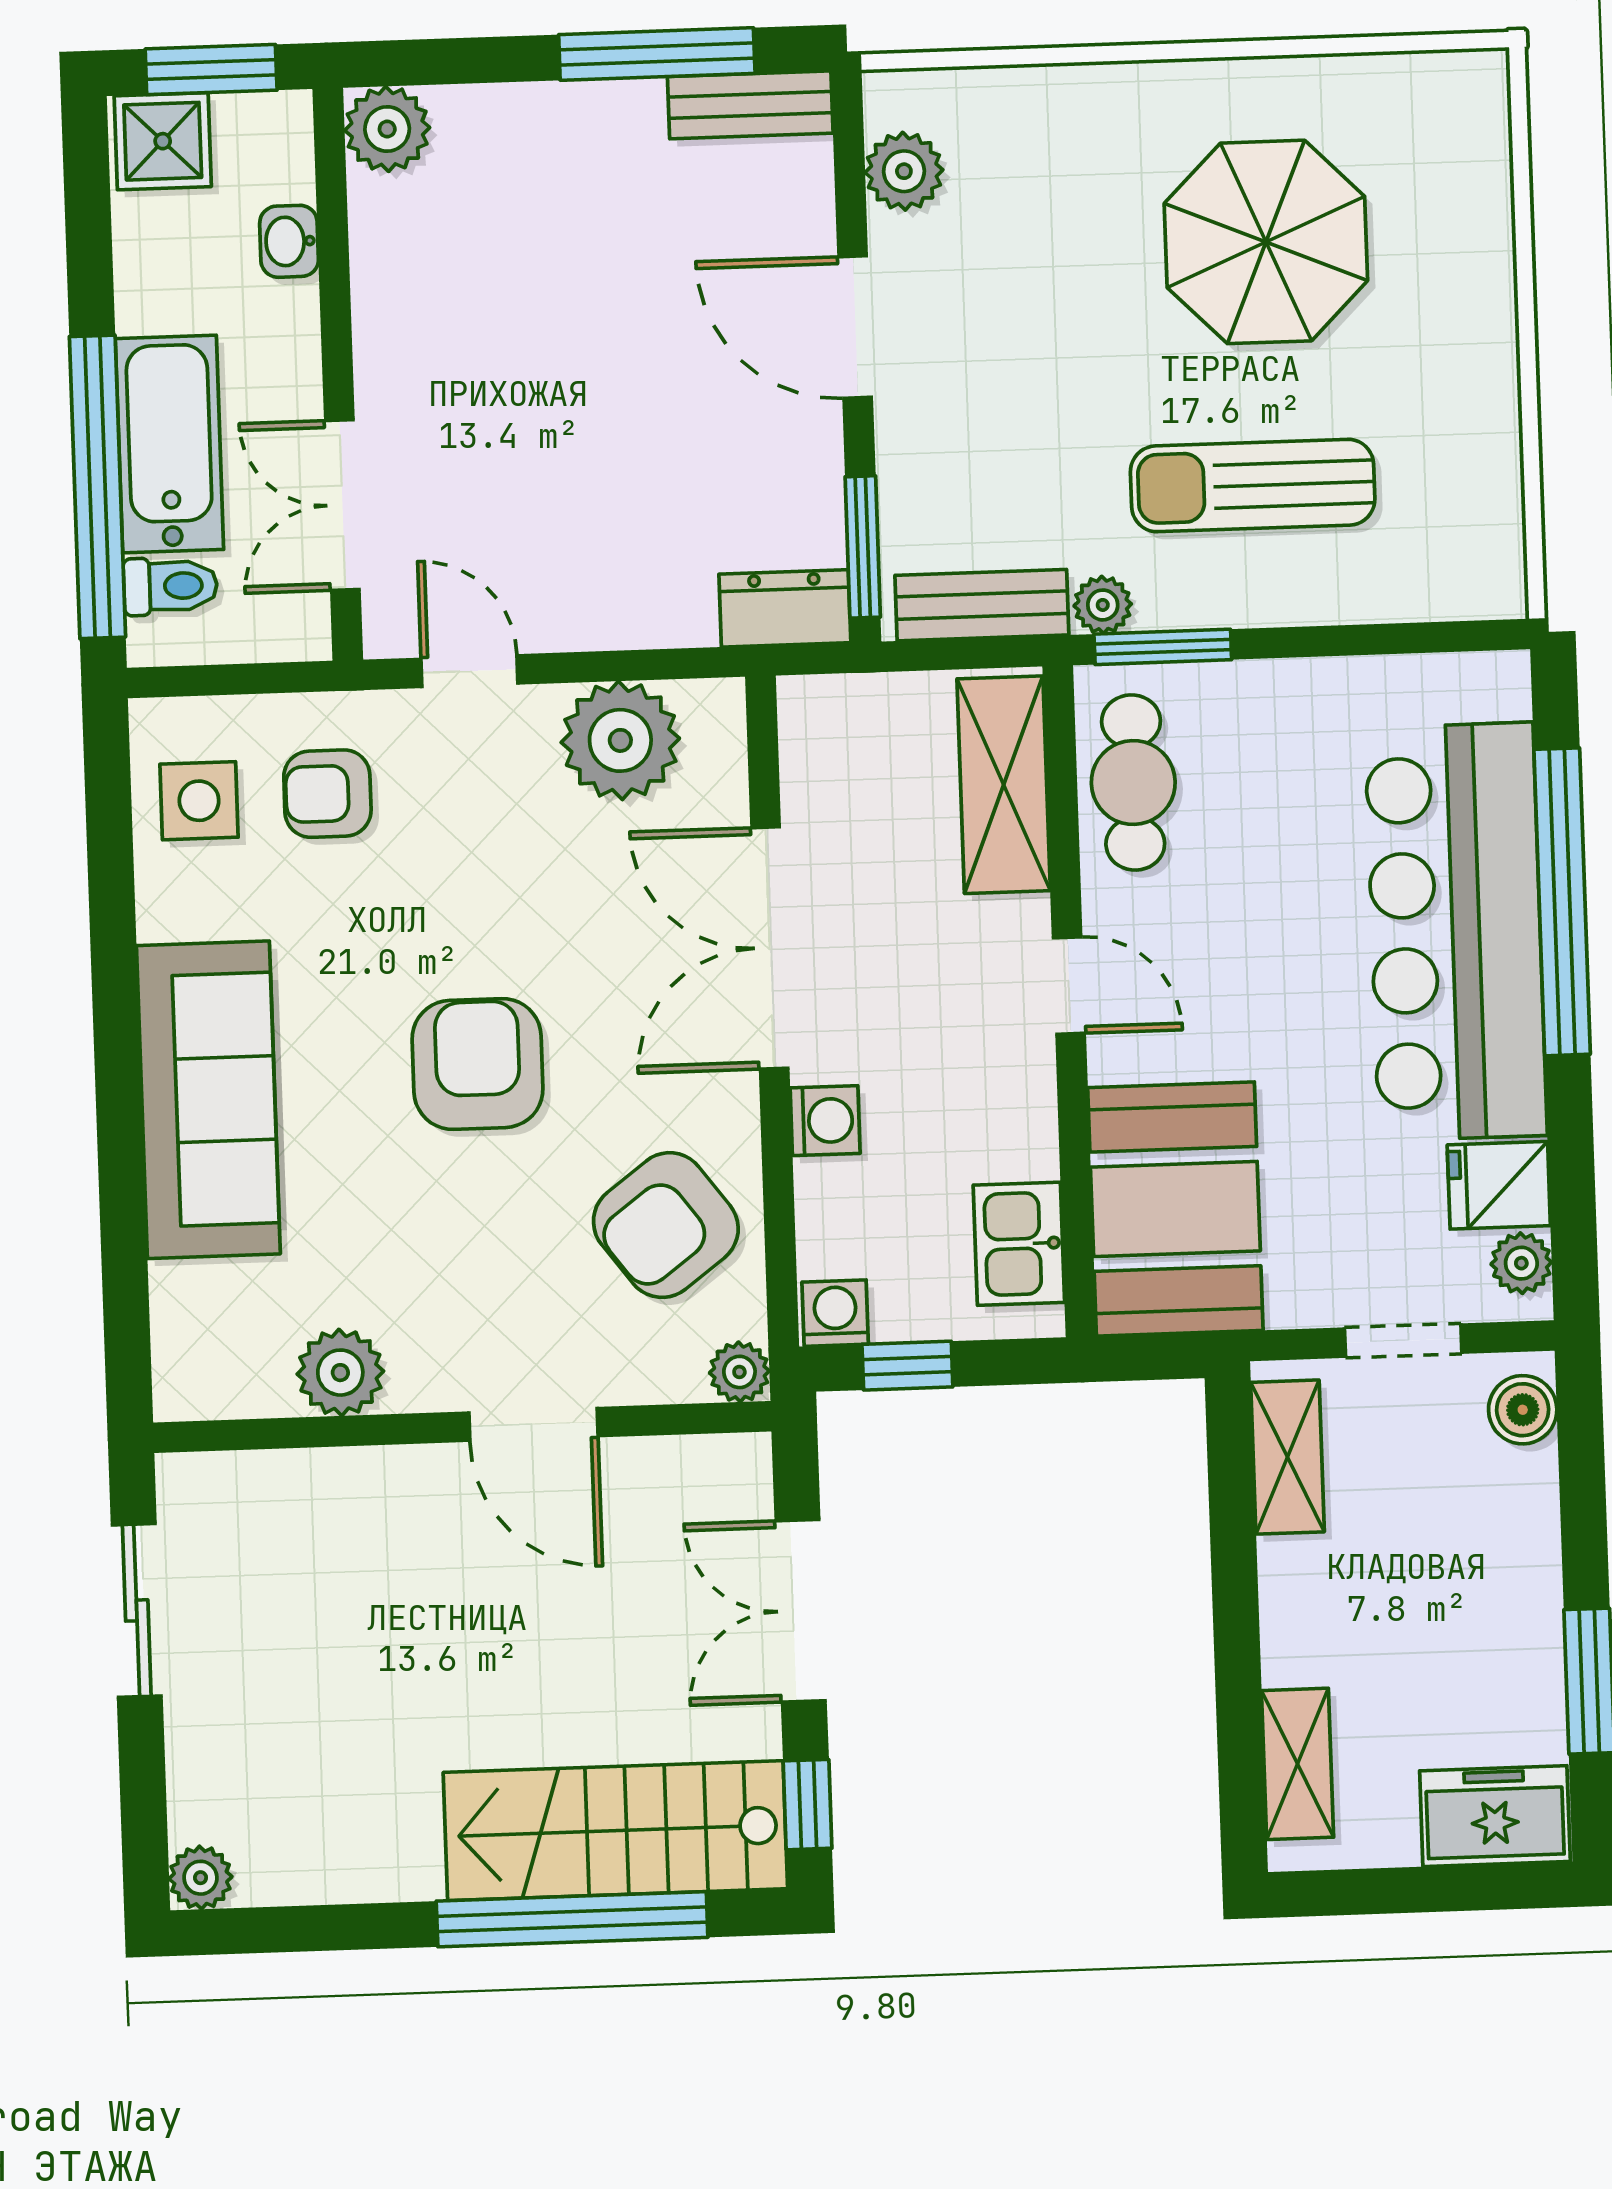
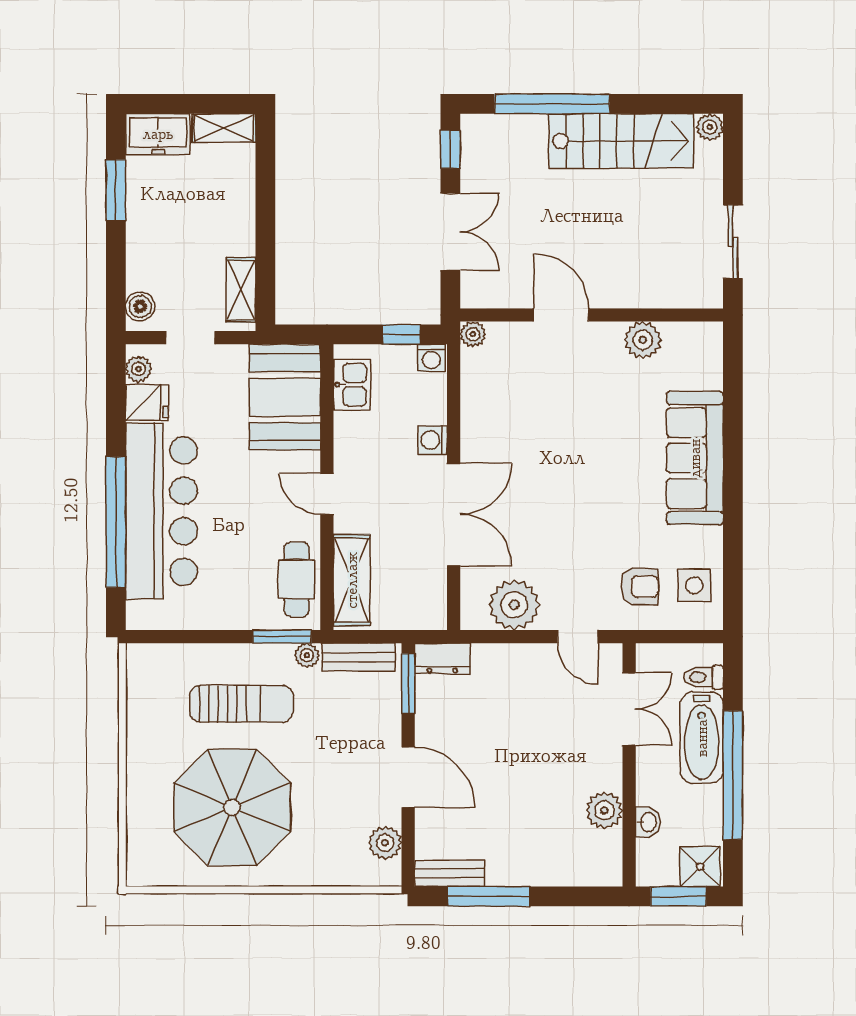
plant: (387, 129) -> (604, 810), moved
parasol: (1266, 242) -> (232, 807), width x1.36, depth x1.36
window: (97, 487) -> (733, 775), moved
armchair: (478, 1064) -> (580, 469), removed
armchair: (666, 1225) -> (502, 398), removed
shelving: (1298, 1764) -> (224, 128), moved, turned 90
stairs: (615, 1831) -> (621, 141), moved

